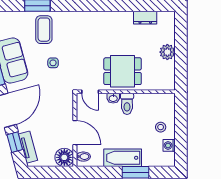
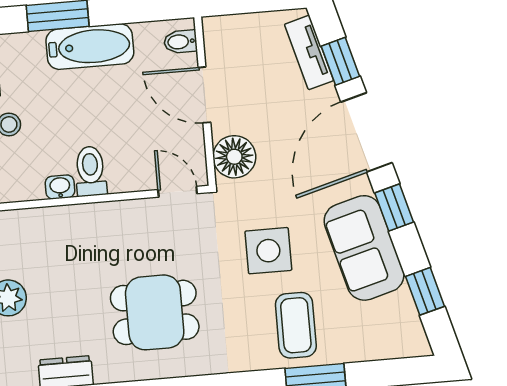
side table: (53, 63) -> (268, 251), width x1.87, depth x1.87
dining table: (123, 71) -> (155, 312), moved
washbasin: (113, 98) -> (60, 187), moved
floor lamp: (64, 157) -> (234, 157), moved

